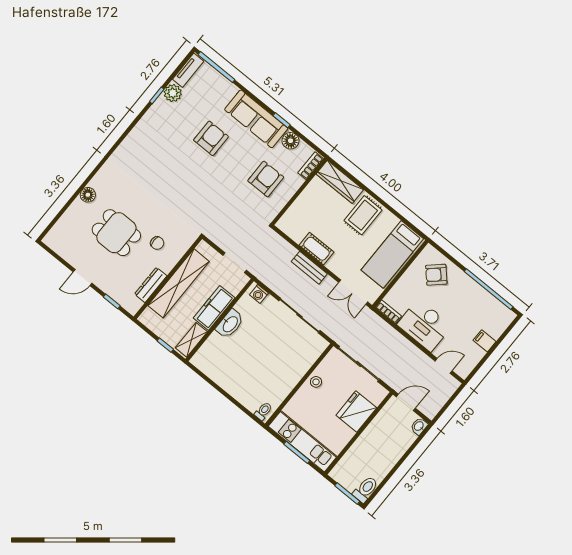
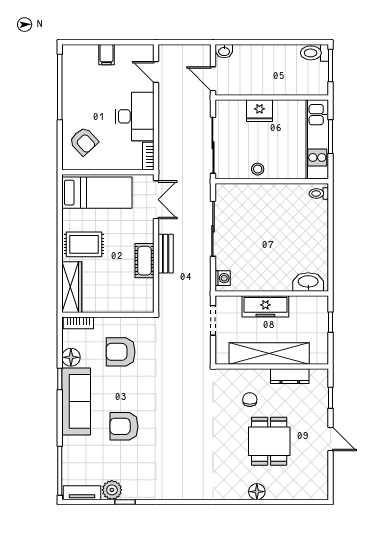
washbasin: (230, 324) -> (308, 282), moved
shelving: (191, 340) -> (308, 304), removed
fridge: (356, 412) -> (260, 111), width x0.73, depth x0.75

